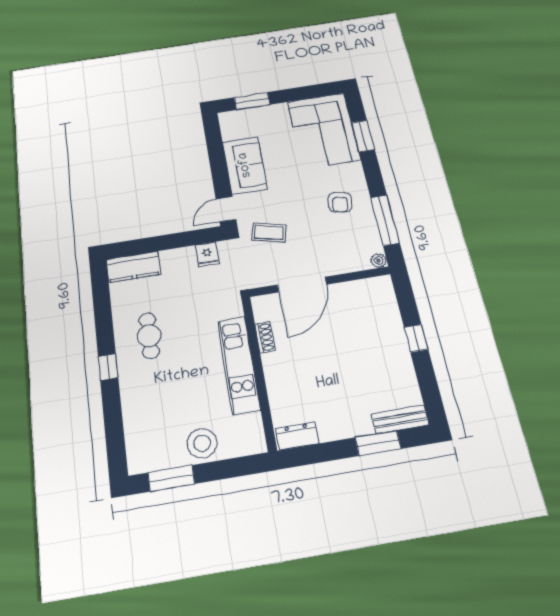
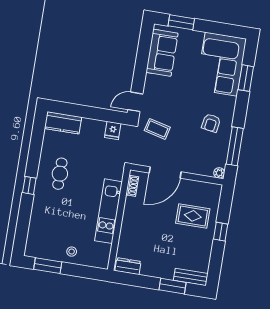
sofa: (245, 165) -> (162, 53), moved
rug: (366, 330) -> (193, 216), added
shoe rack: (265, 337) -> (132, 186), moved
stool: (202, 443) -> (72, 252), width x0.53, depth x0.53

